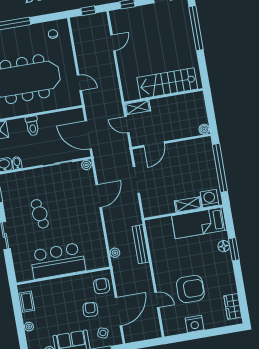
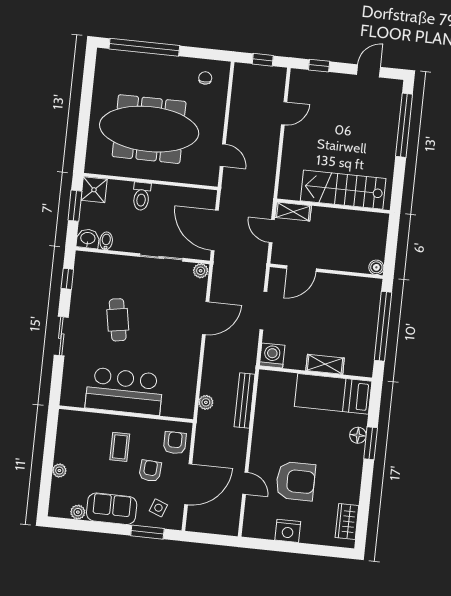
washing machine: (209, 199) -> (272, 355), moved
coffee table: (27, 302) -> (120, 447), moved

